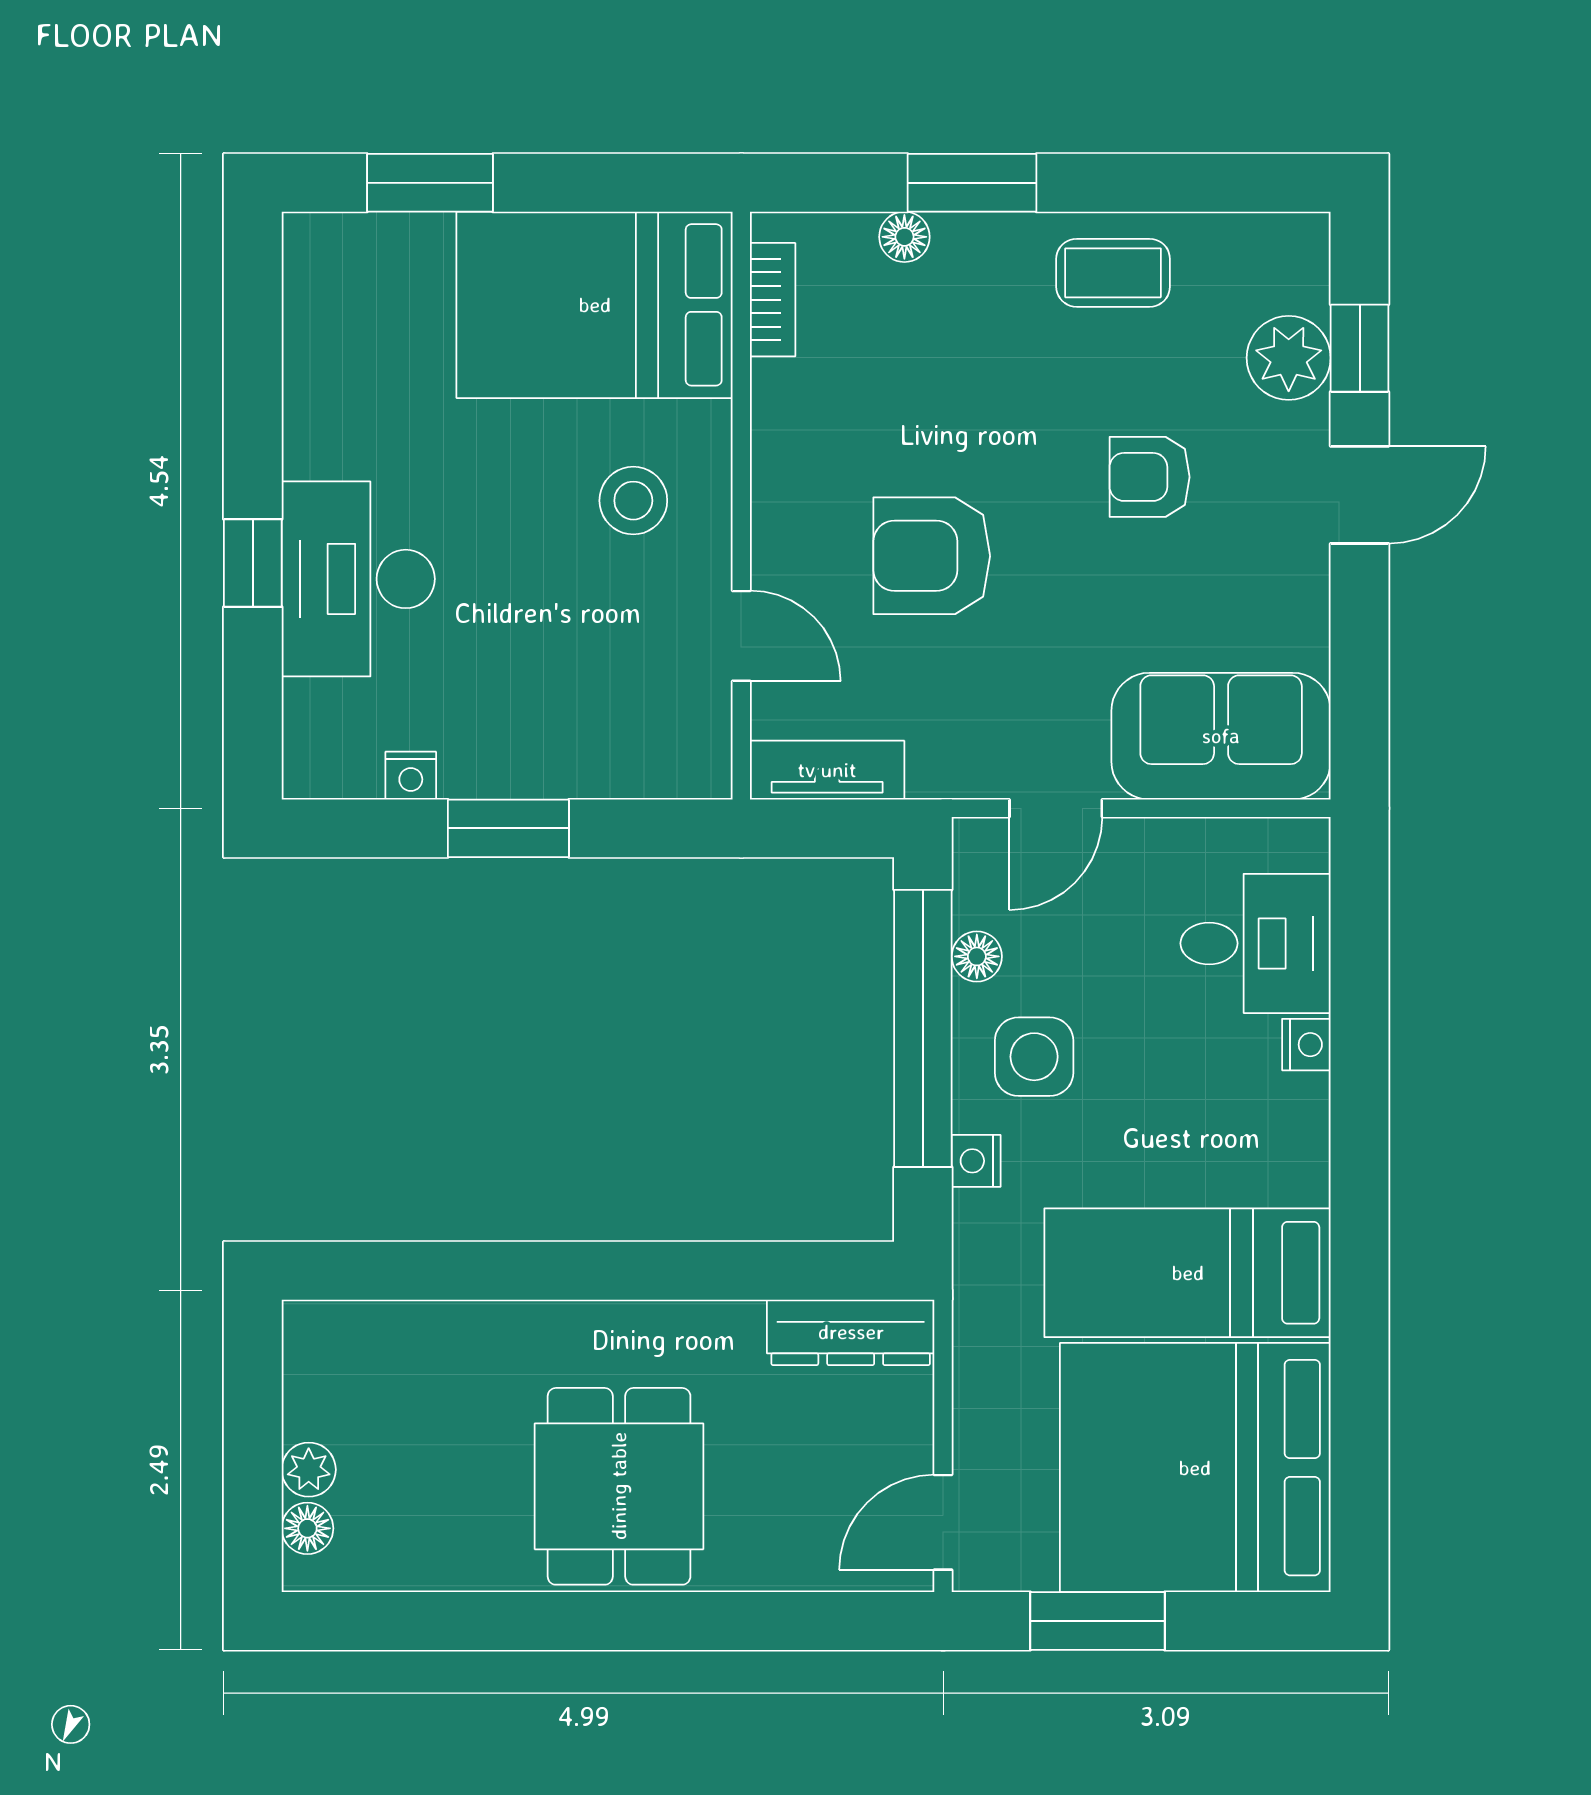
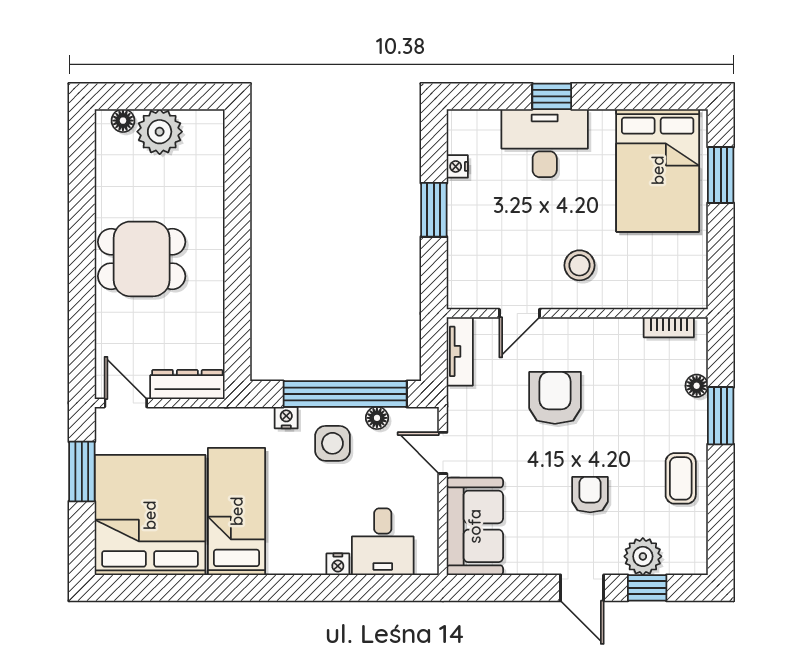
bed: (595, 305) -> (658, 170), moved, turned 180
dresser: (851, 1332) -> (187, 385), moved, turned 90
plant: (309, 1470) -> (160, 132), width x1.88, depth x1.88

